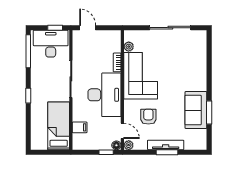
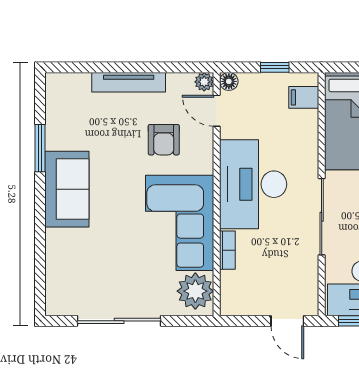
plant: (129, 47) -> (195, 291), width x1.88, depth x1.88
sofa: (196, 110) -> (67, 189), moved
filing cabinet: (80, 127) -> (304, 97), moved
window: (106, 152) -> (275, 67), moved
window: (167, 152) -> (126, 67), removed

